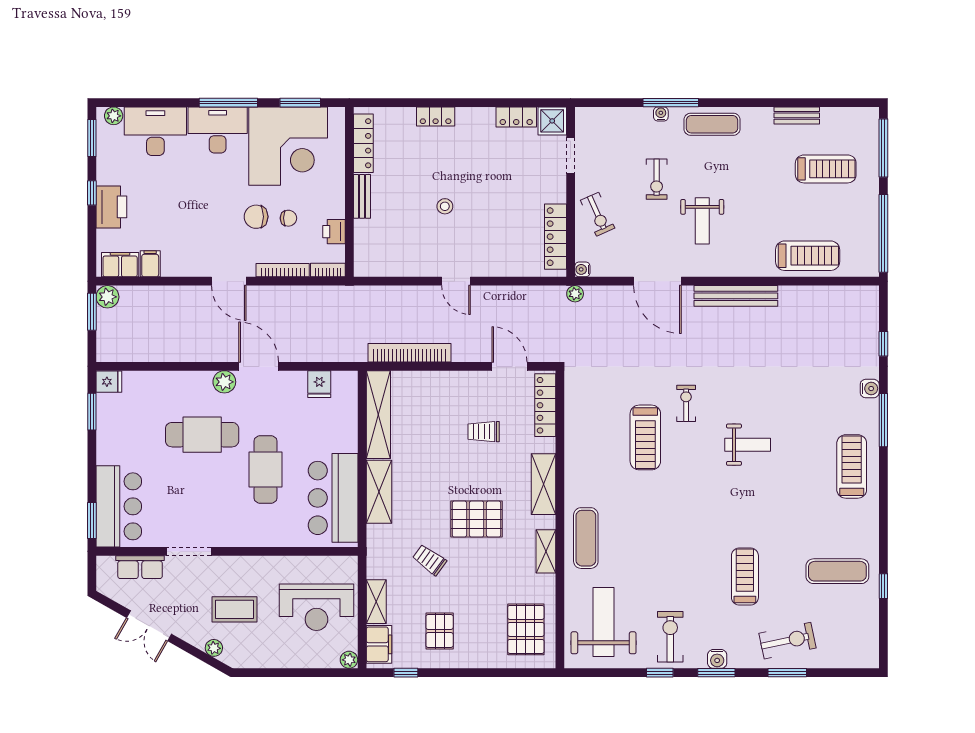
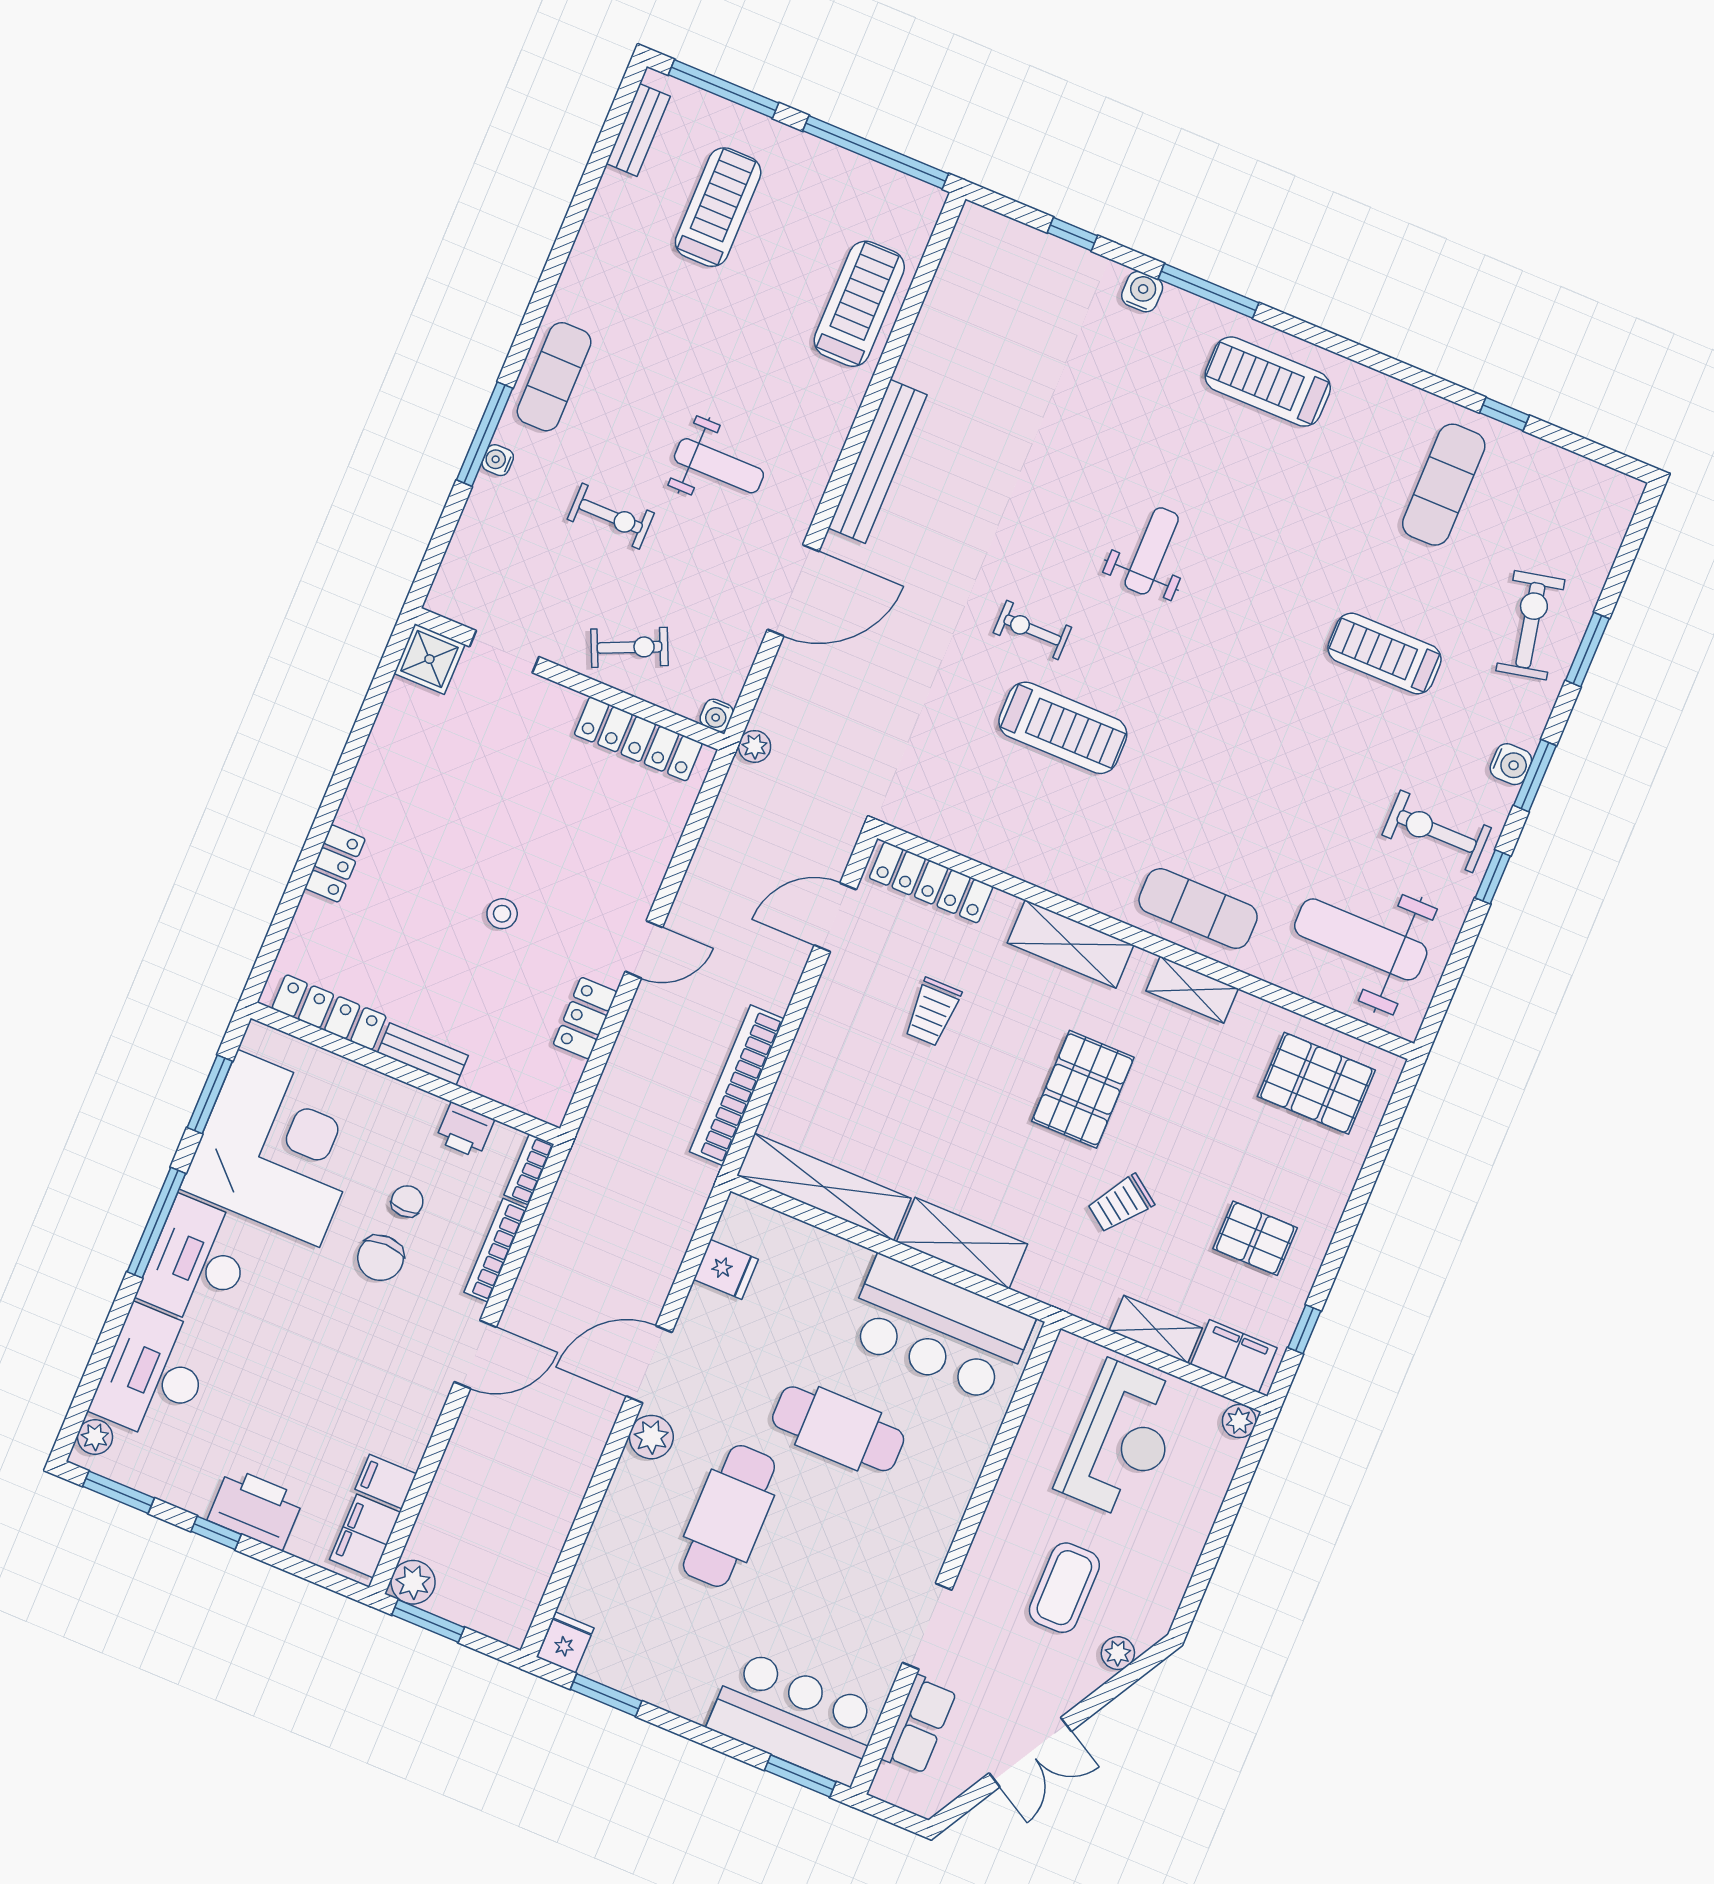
bench: (797, 115) -> (638, 130), moved
locker: (516, 117) -> (585, 1018), moved, turned 180

